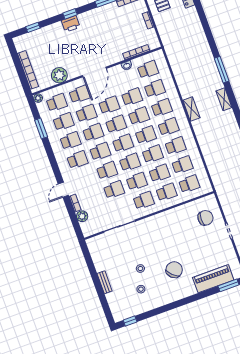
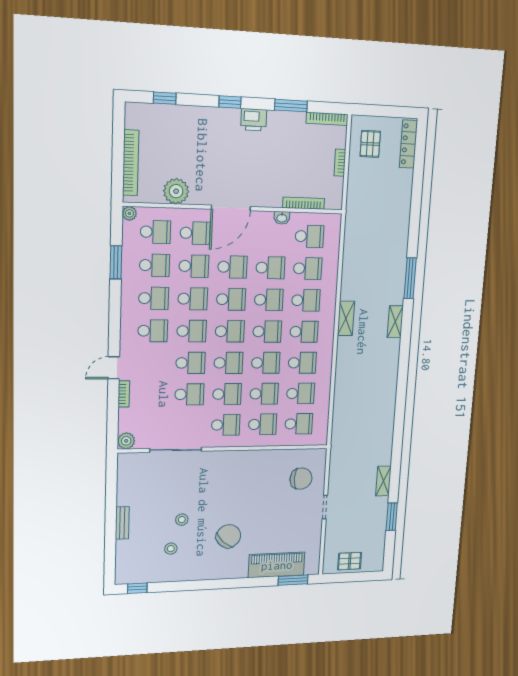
printer: (71, 24) -> (254, 120), moved
plant: (82, 216) -> (126, 441), moved

